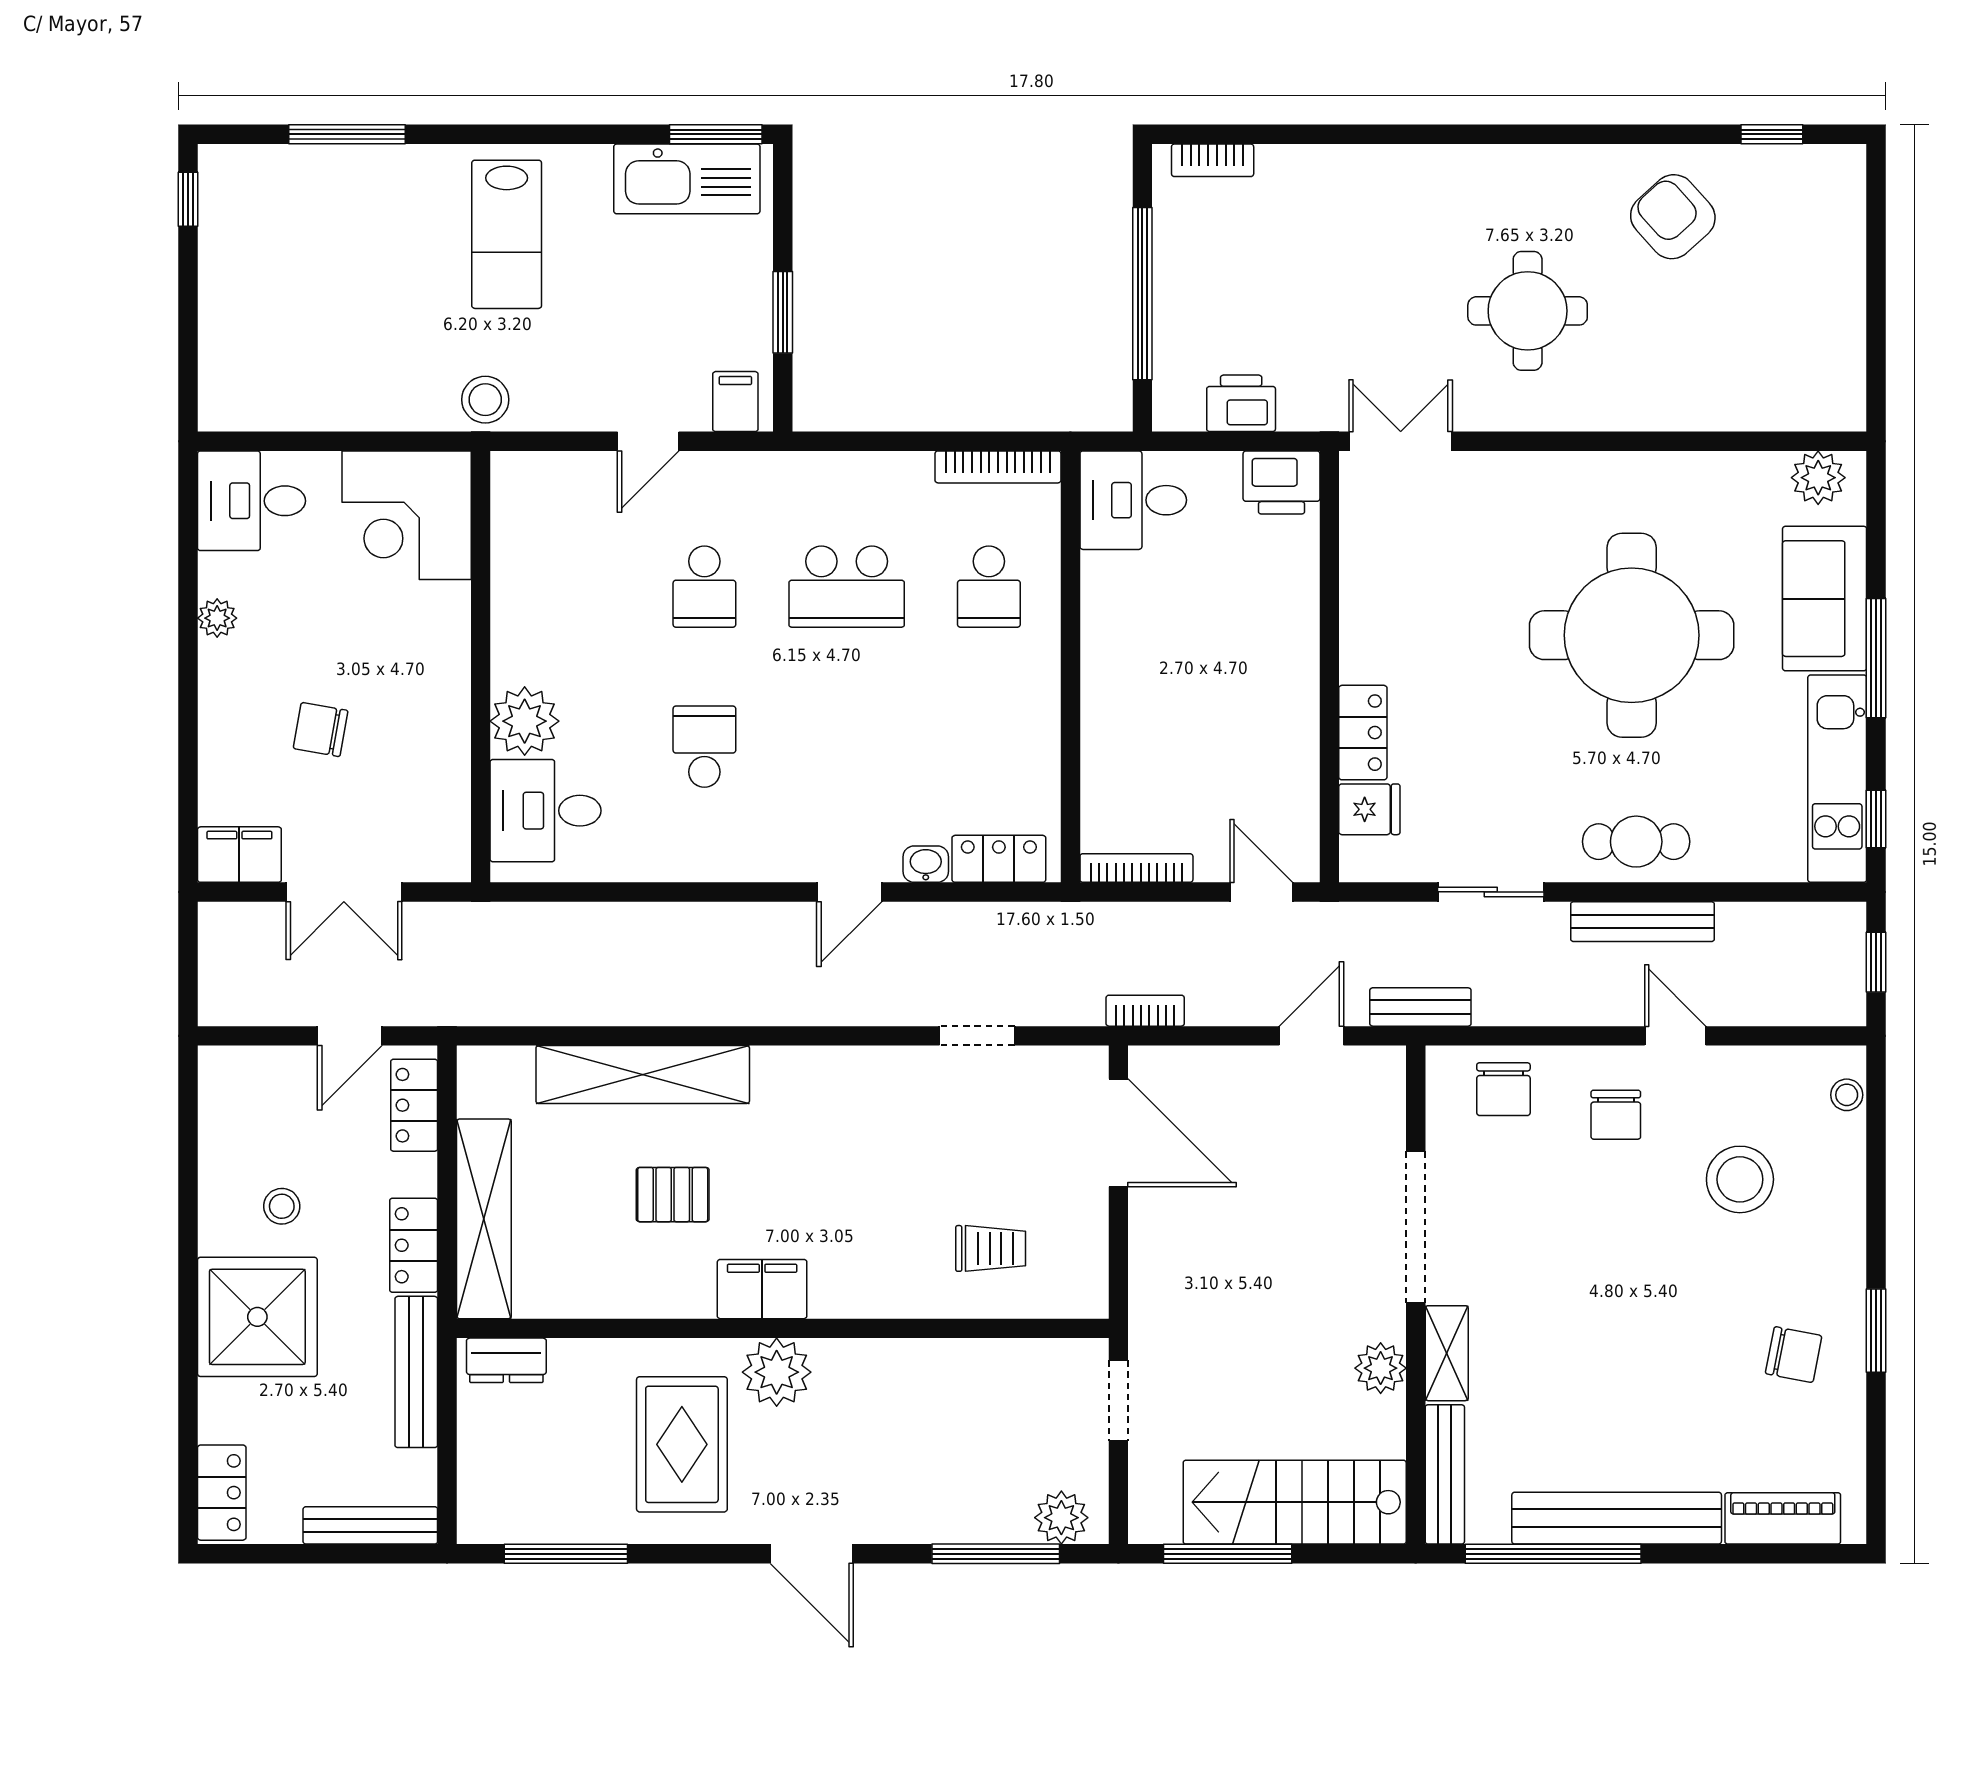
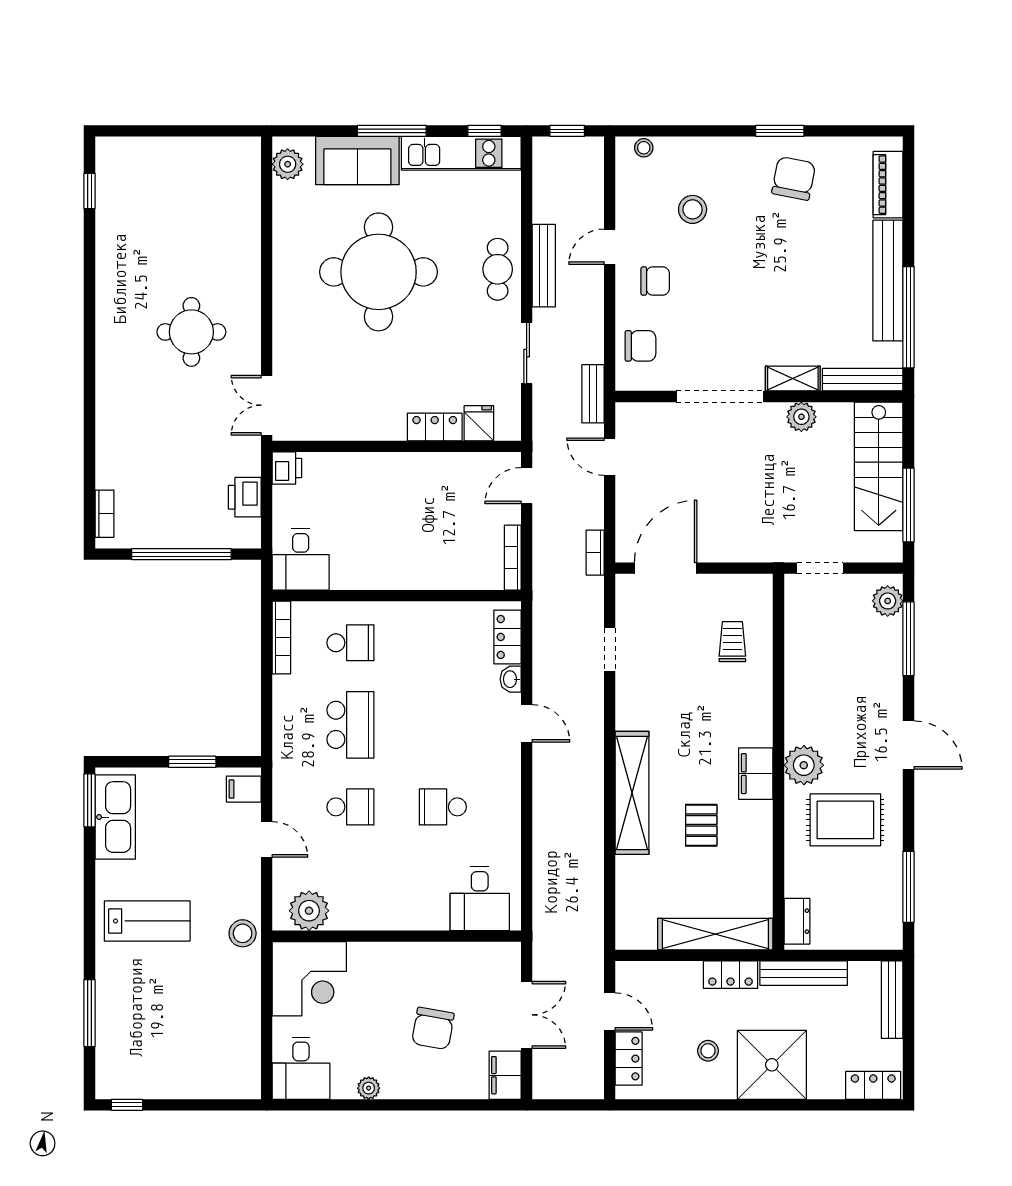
armchair: (1673, 217) -> (137, 248), removed
printer: (1282, 482) -> (287, 468), width x0.73, depth x0.81
plant: (525, 721) -> (309, 911), moved
chair: (321, 729) -> (433, 1028), width x1.37, depth x1.37
shelving: (643, 1075) -> (632, 793), moved
locker: (414, 1105) -> (629, 1059), moved, turned -90
stool: (1740, 1179) -> (693, 209), width x0.73, depth x0.73
chair: (1794, 1355) -> (794, 178), width x1.37, depth x1.37
door: (812, 1554) -> (909, 745), hinge flipped

